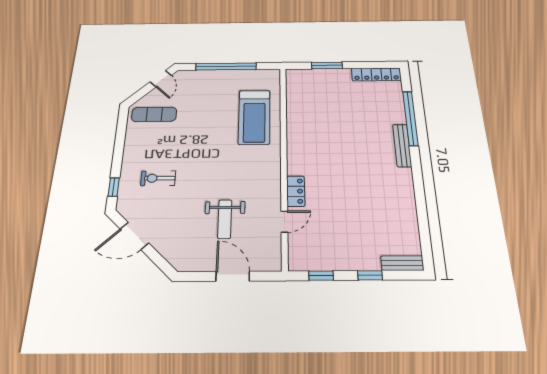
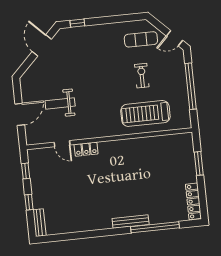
exercise mat: (154, 114) -> (141, 39), turned 90
exercise bike: (158, 178) -> (142, 76), moved

